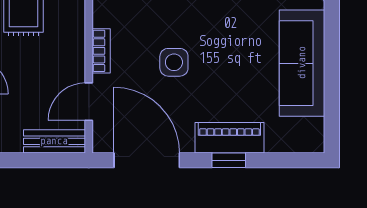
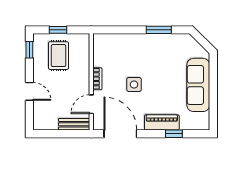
window: (229, 160) -> (174, 134), moved

